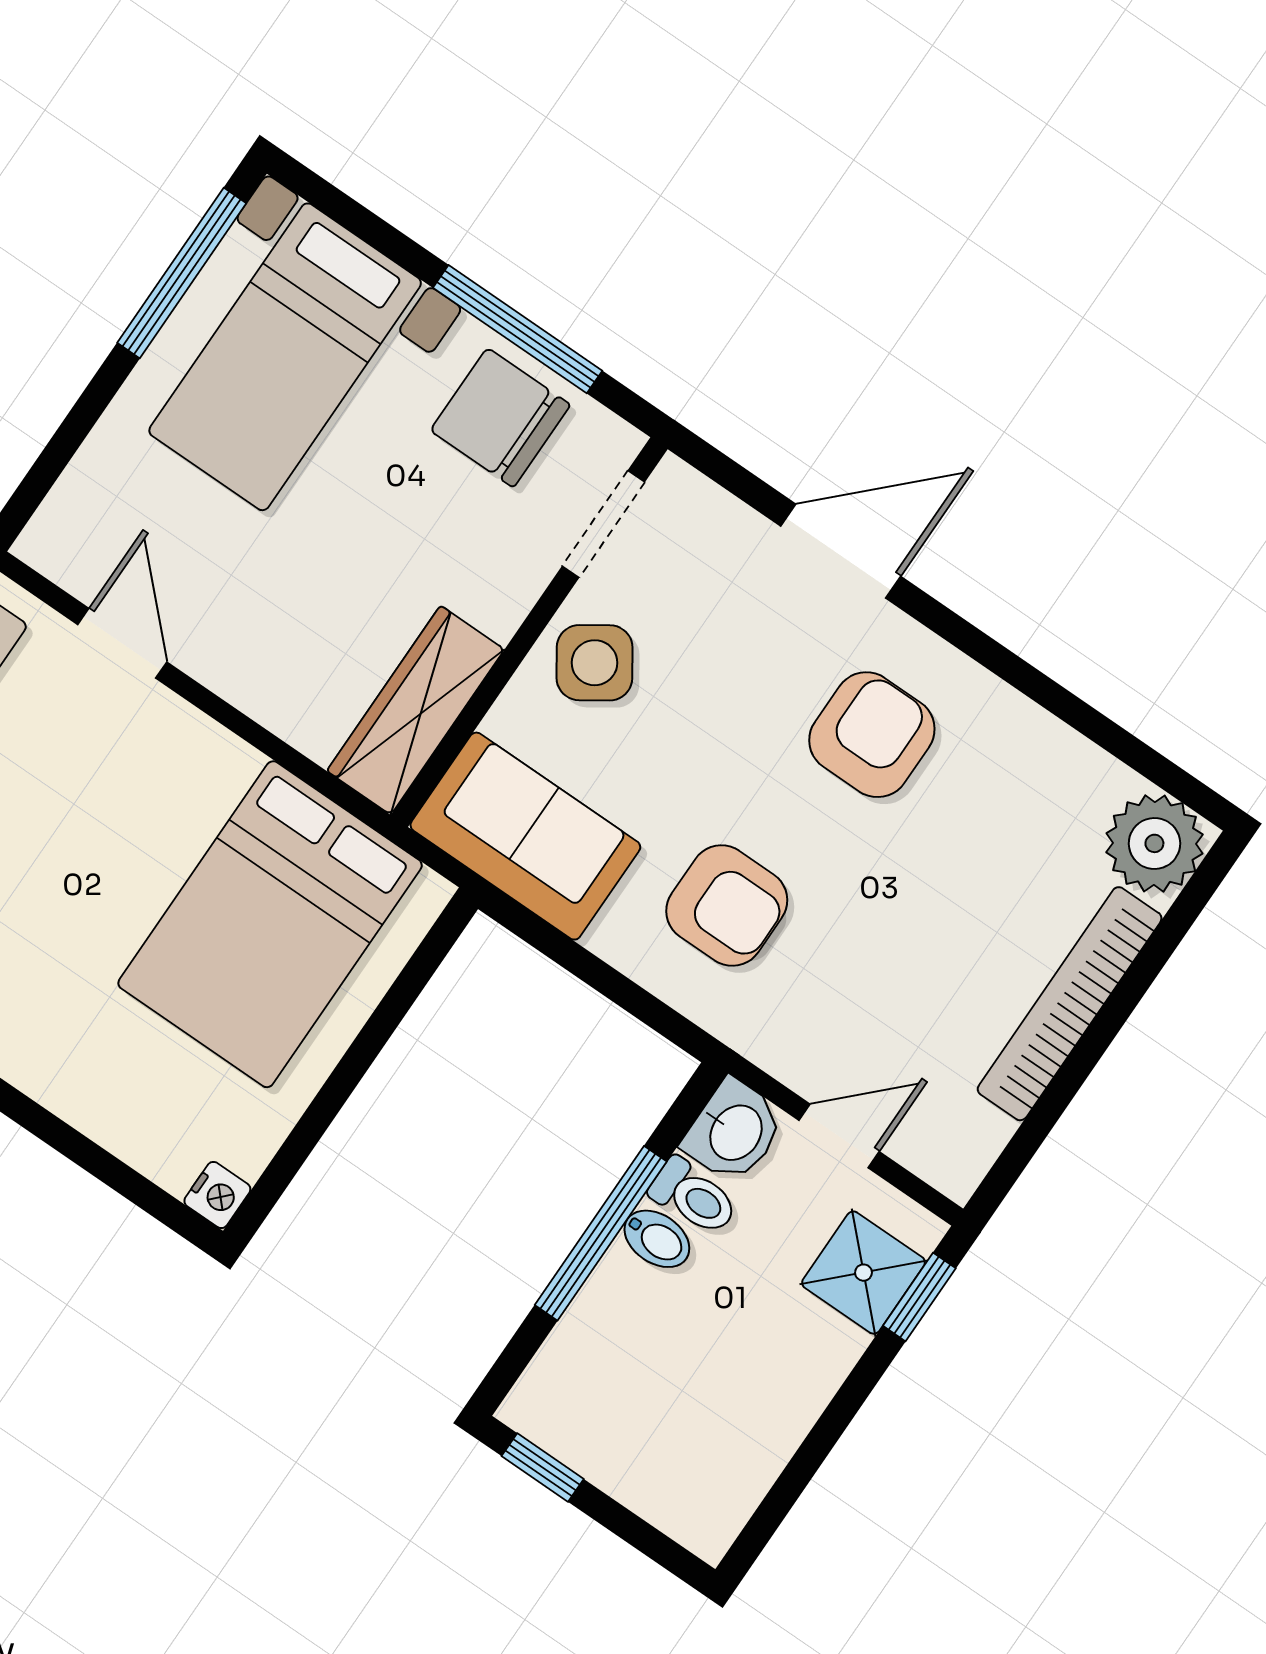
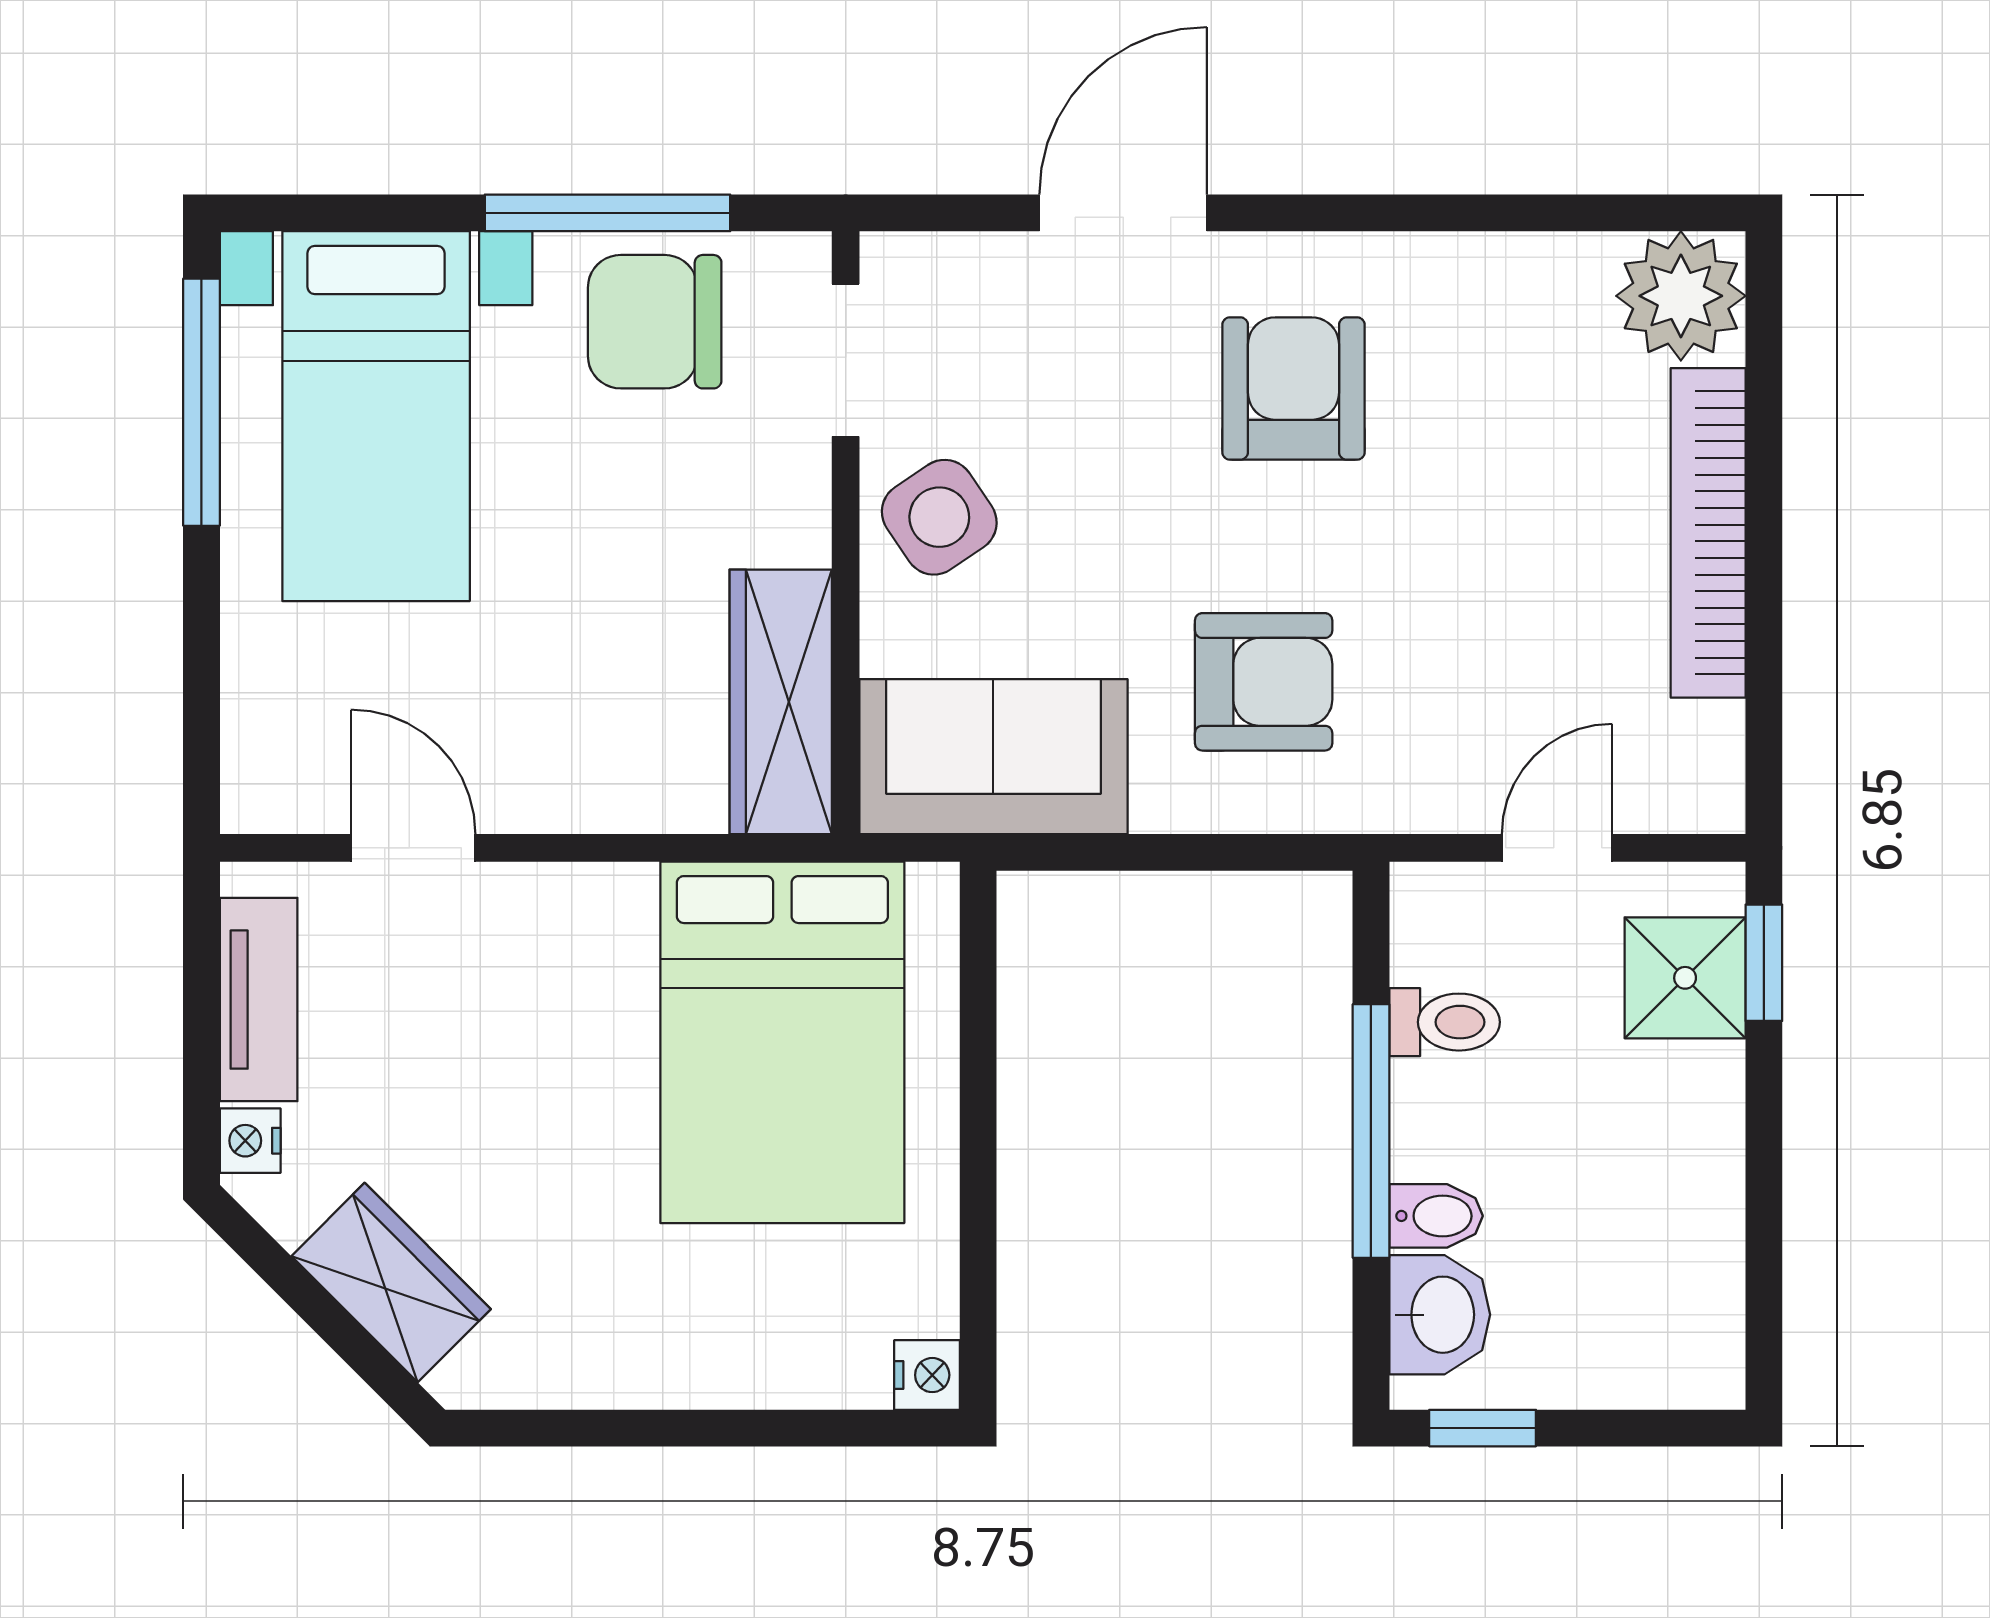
washbasin: (734, 1131) -> (1440, 1315), moved
bidet: (657, 1239) -> (1436, 1216), moved

